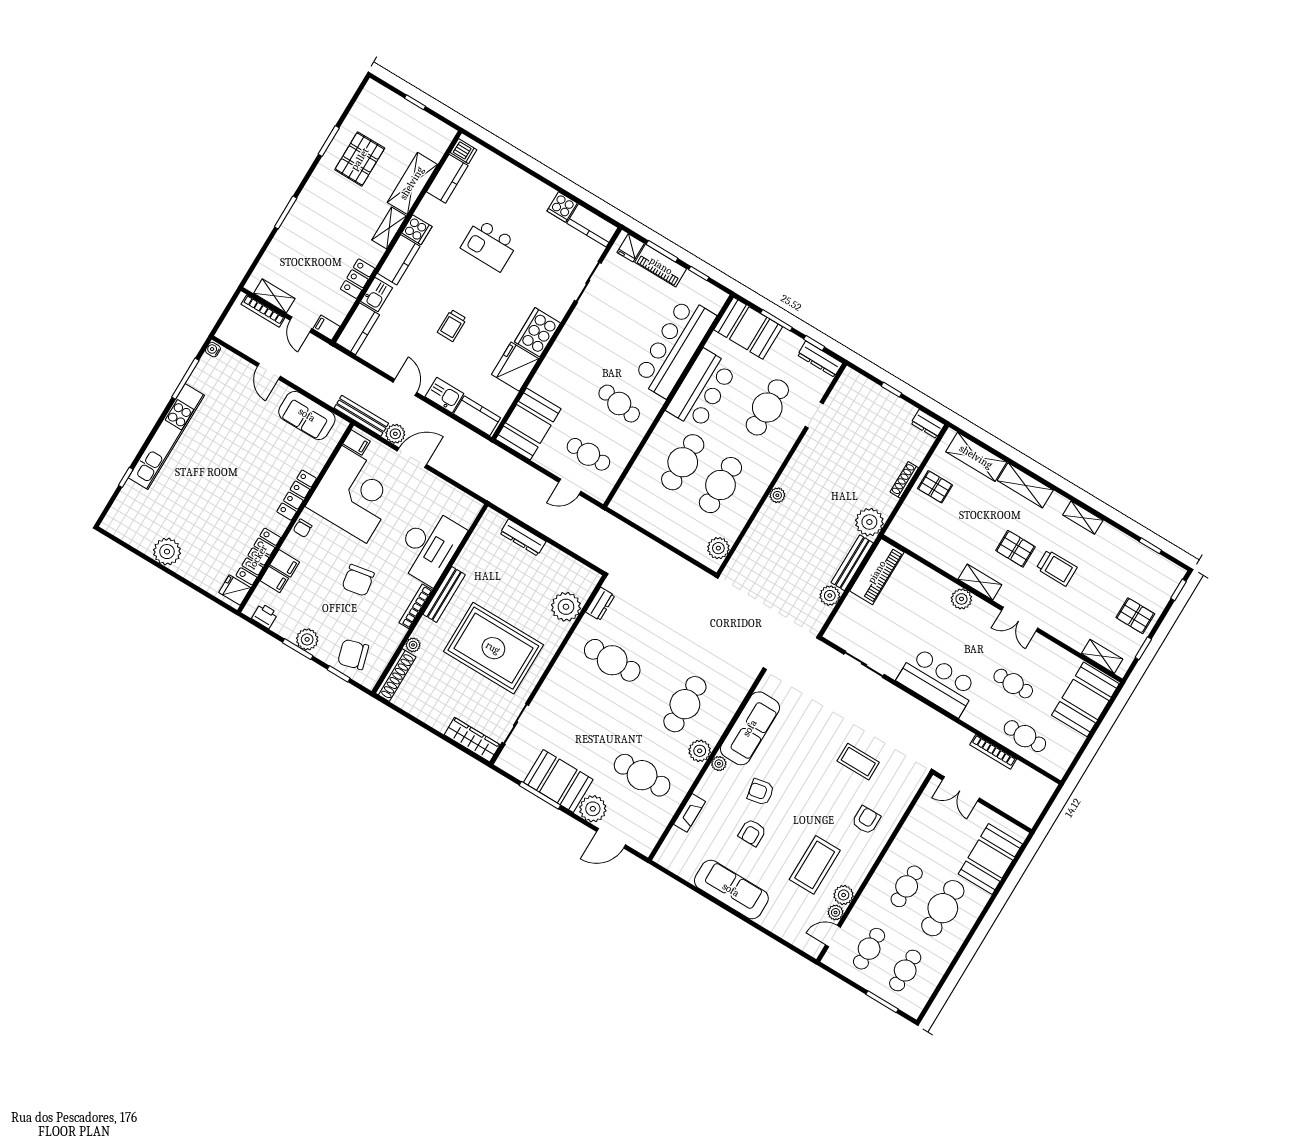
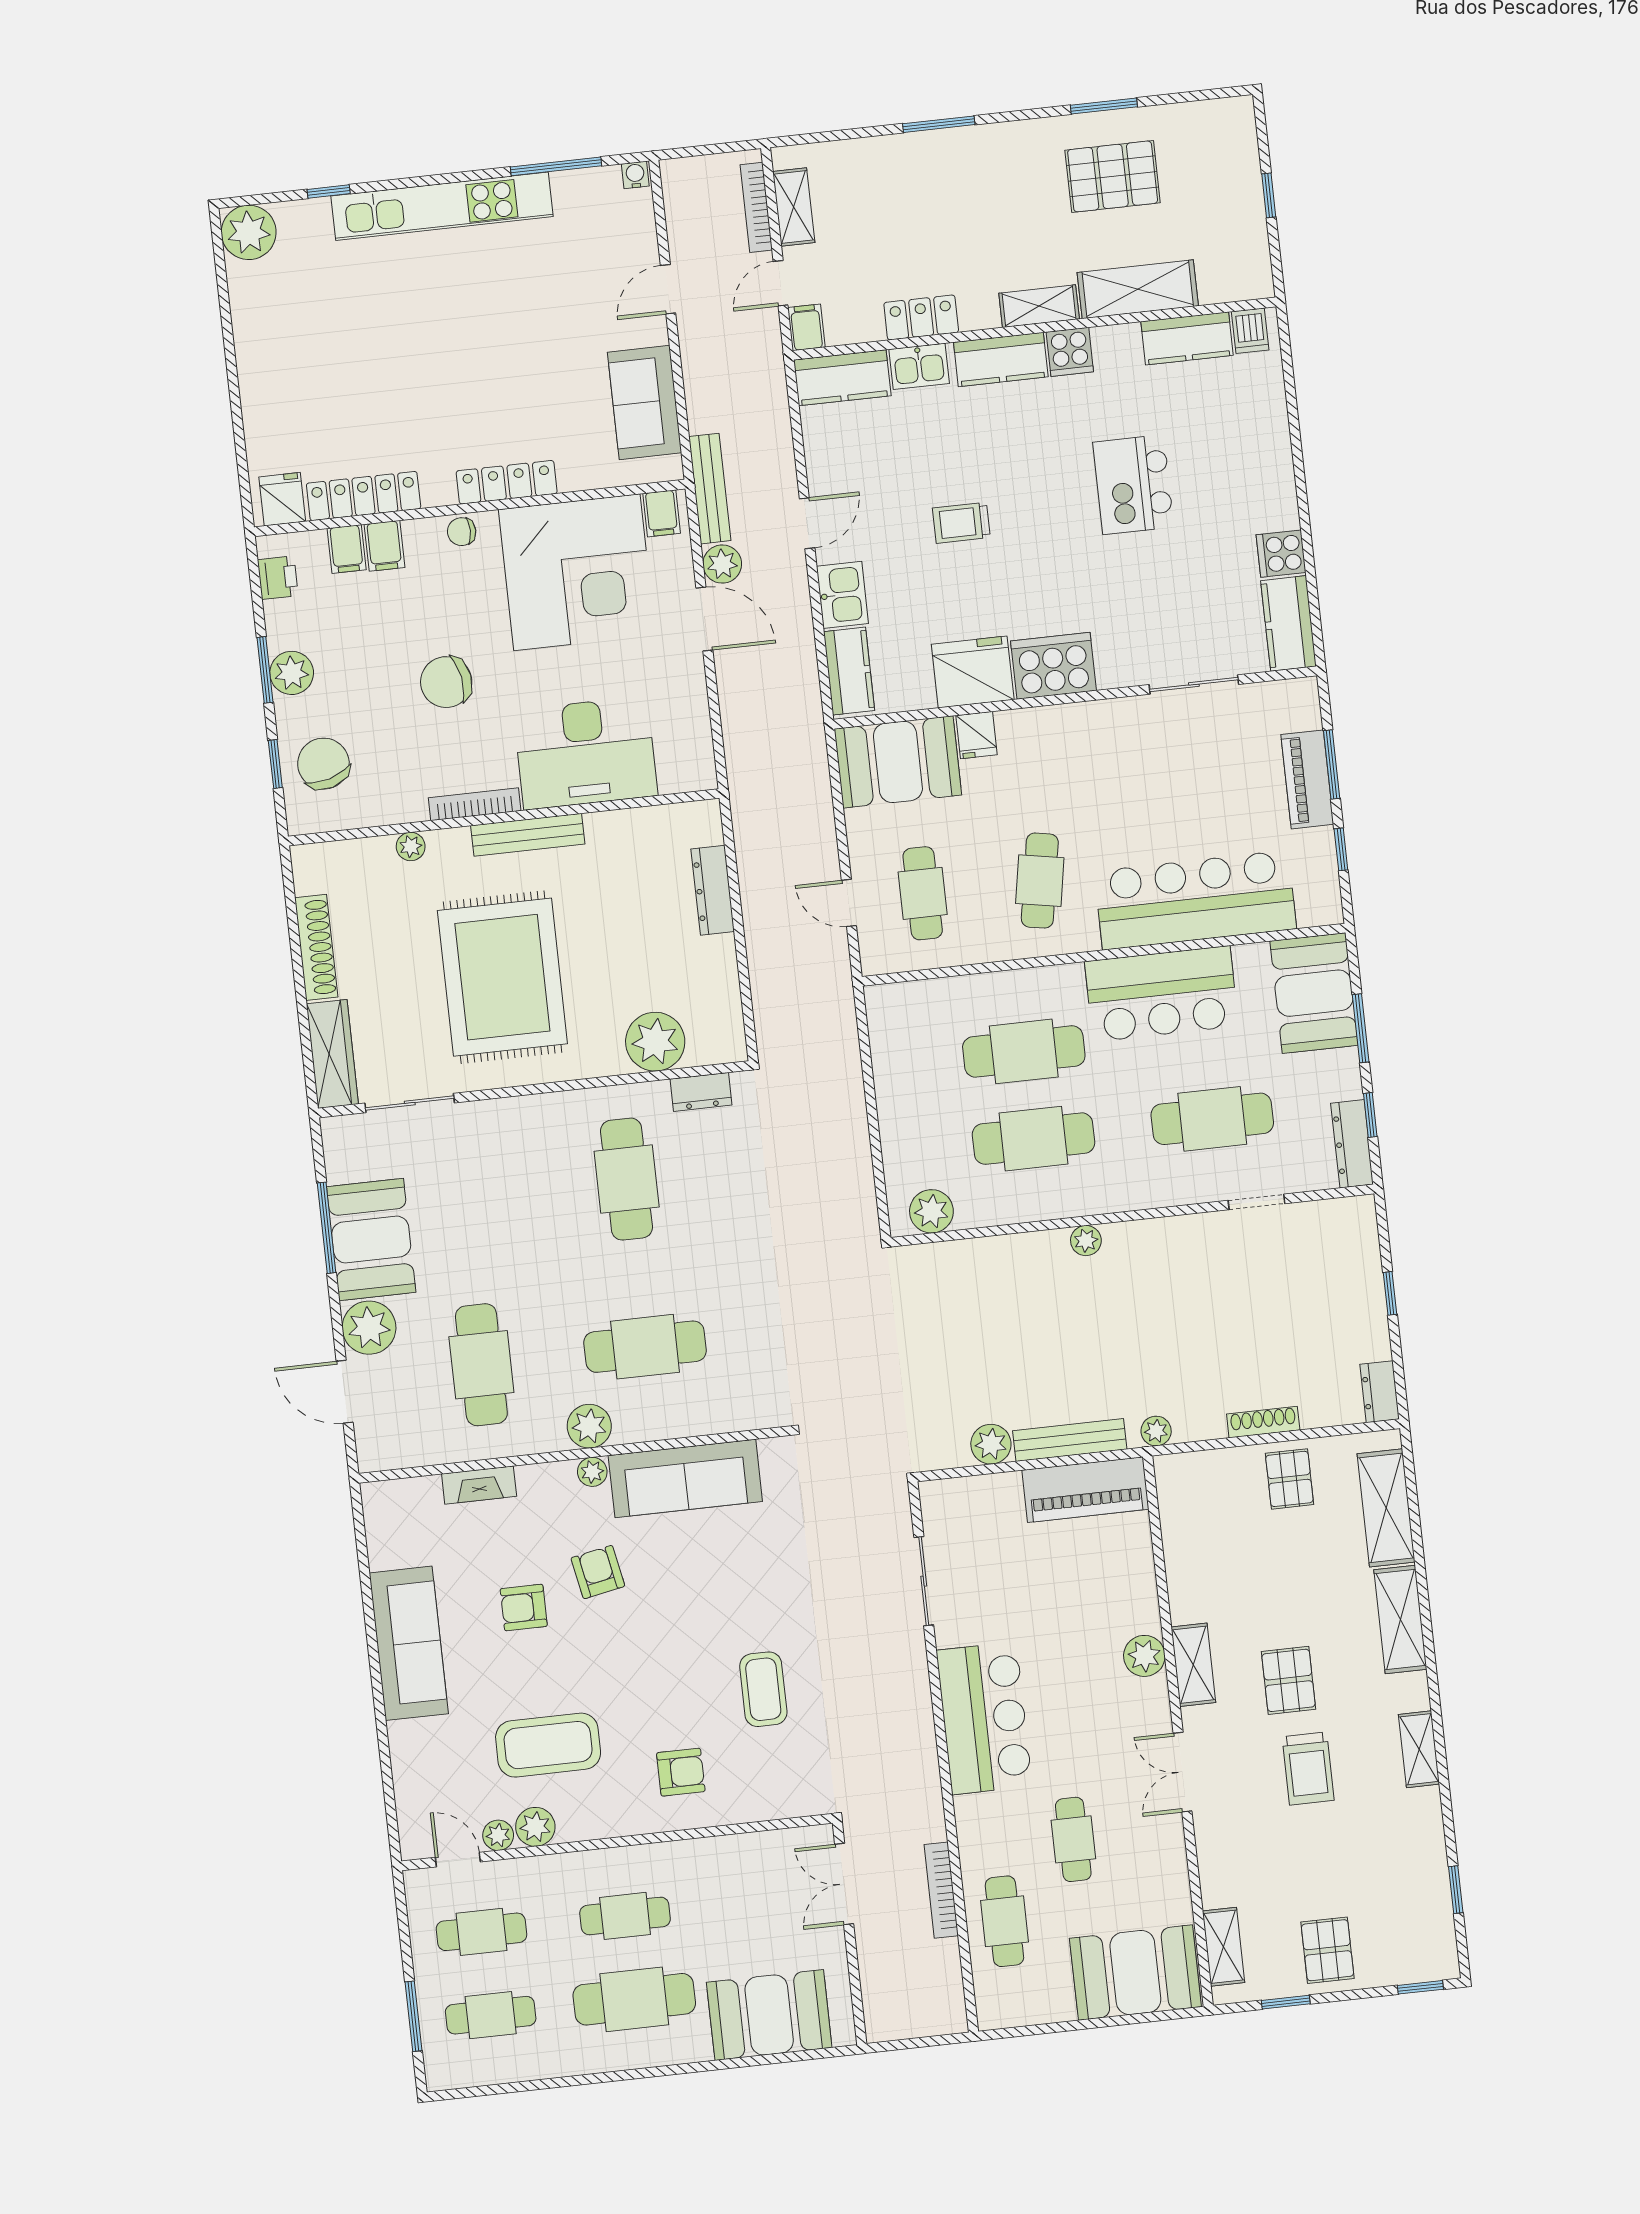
fridge: (631, 248) -> (976, 735), moved, turned -90
plant: (869, 522) -> (1156, 1431), width x0.53, depth x0.53
plant: (167, 552) -> (249, 232), moved
shoe rack: (396, 675) -> (316, 947), moved, turned -90

